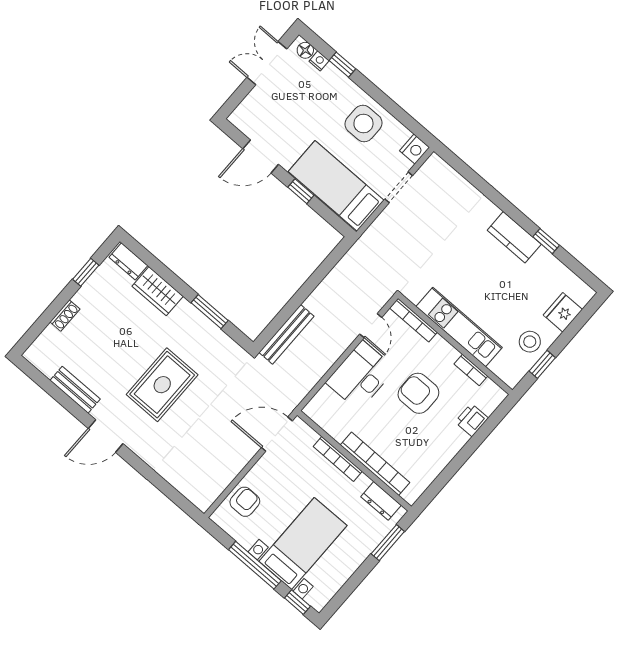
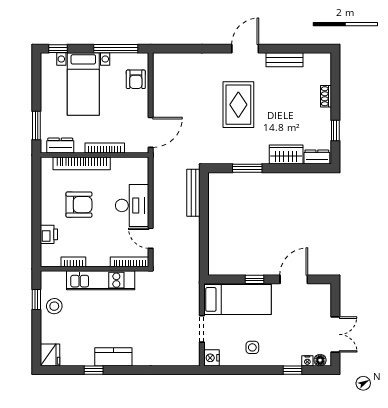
side table: (363, 123) -> (252, 347), width x0.54, depth x0.54
fridge: (563, 312) -> (50, 355), moved
armchair: (418, 393) -> (79, 205), moved
window: (255, 565) -> (116, 49), moved

